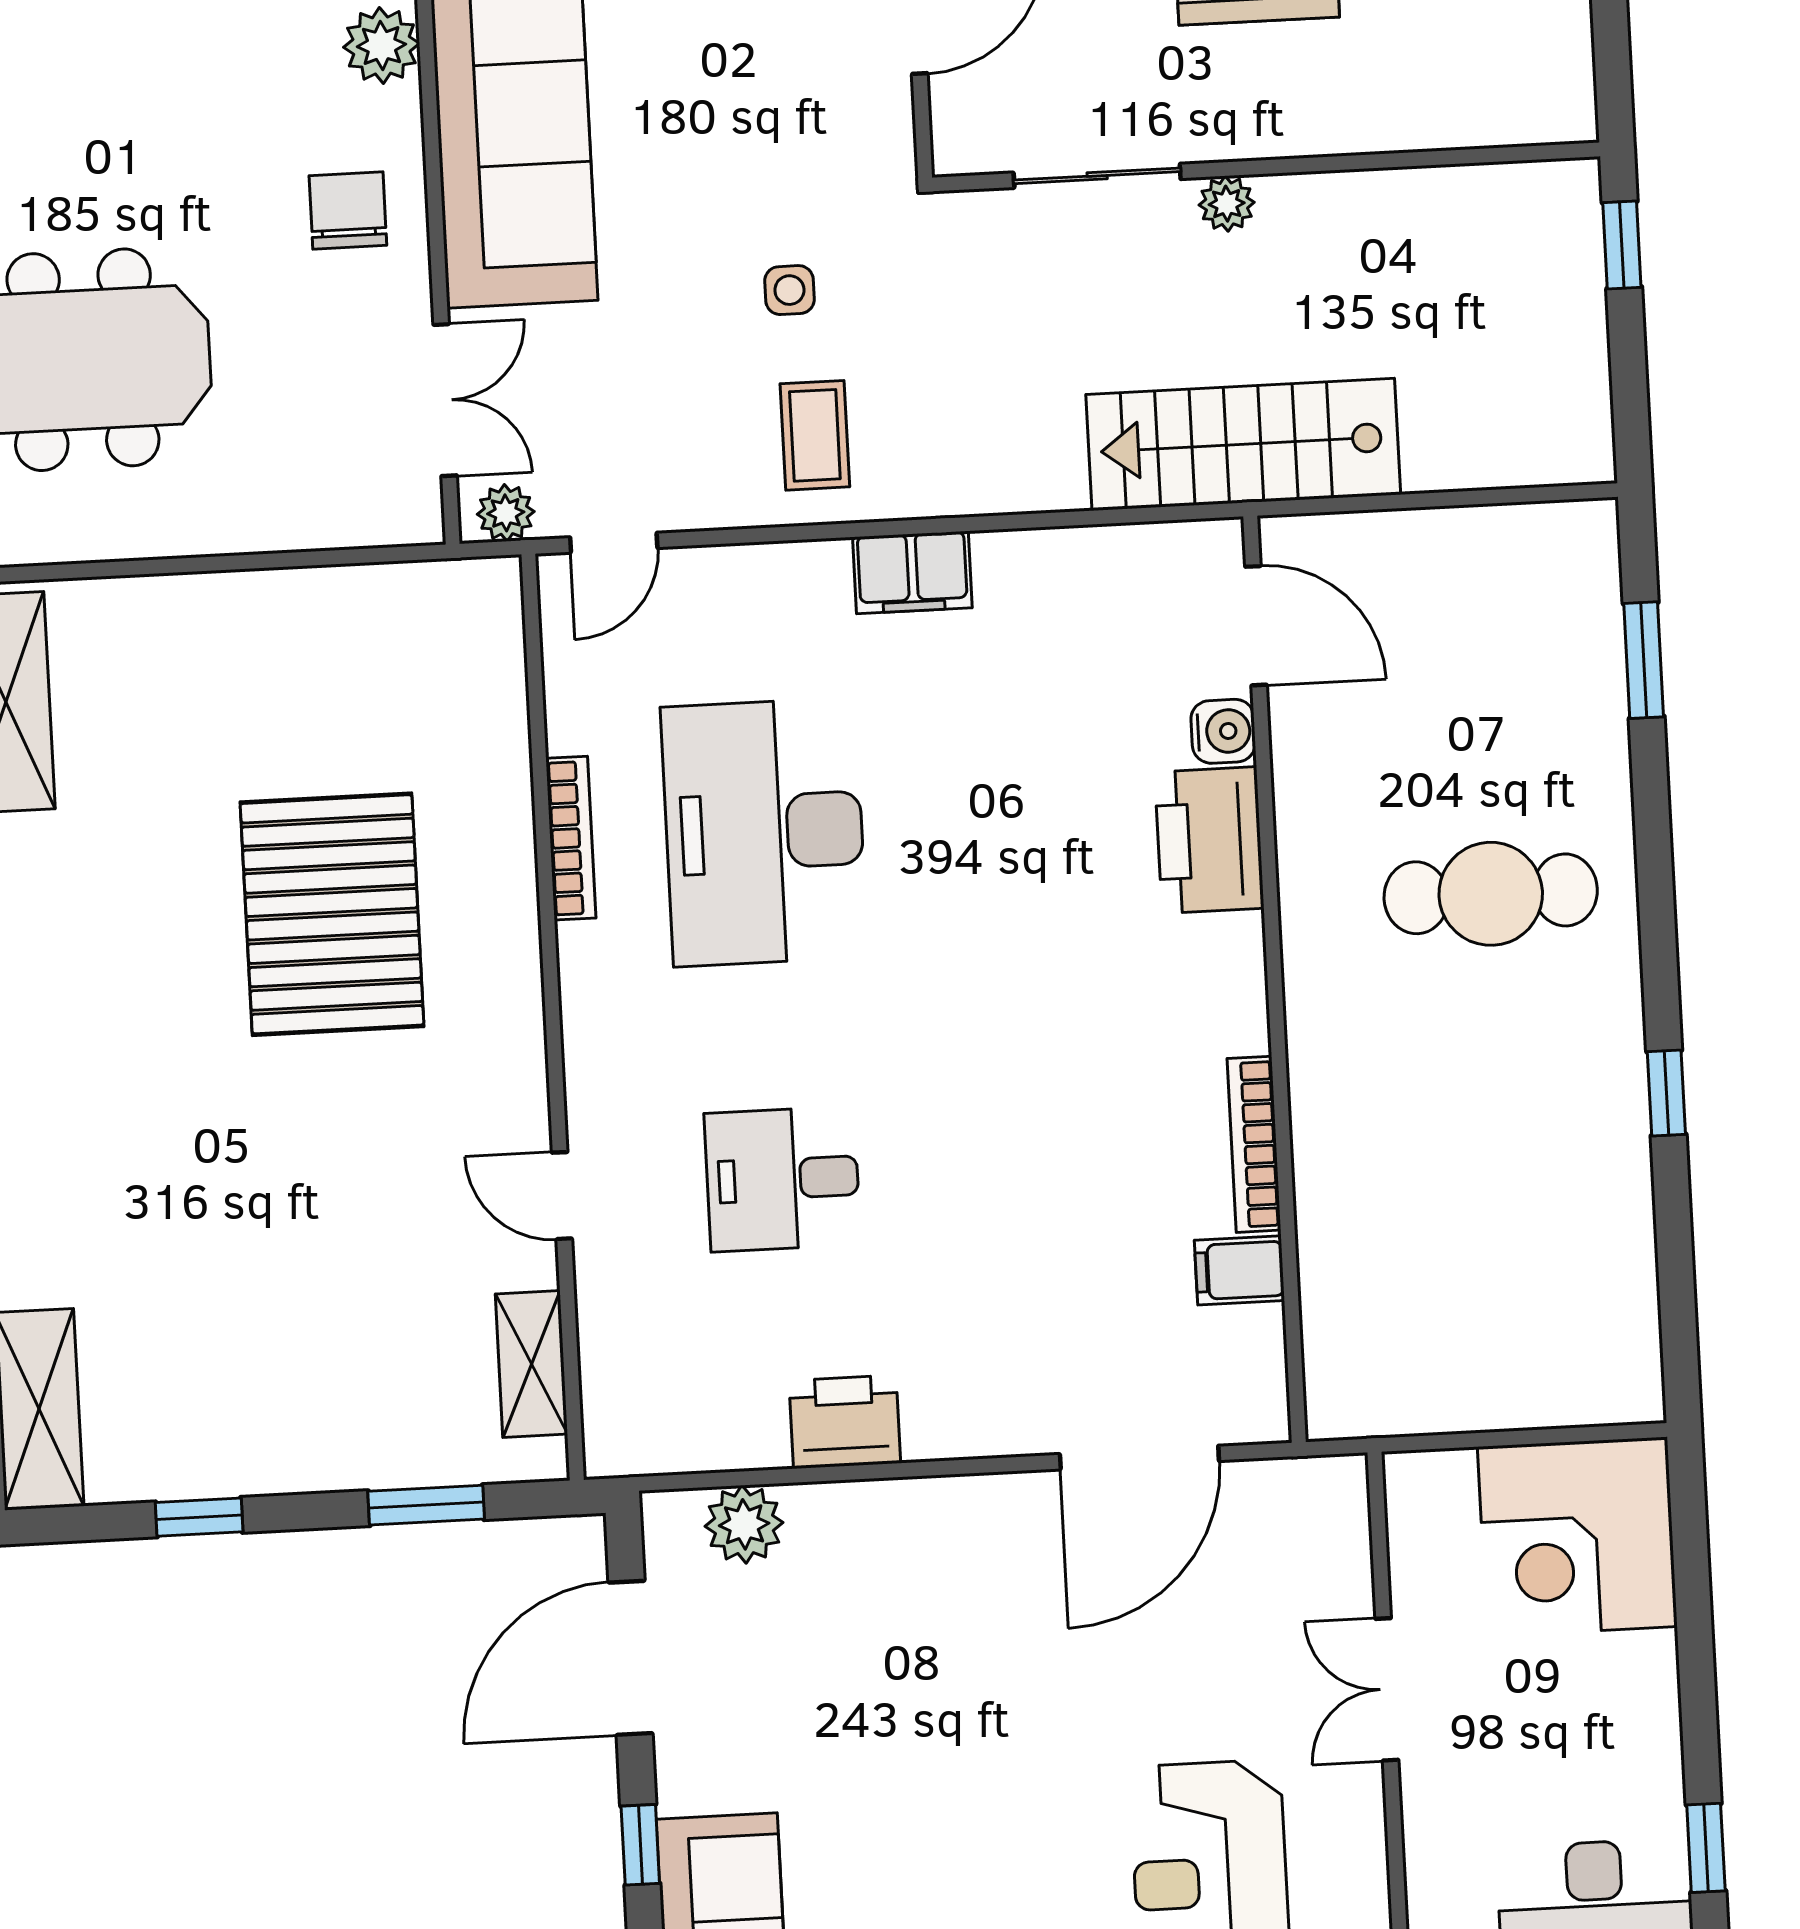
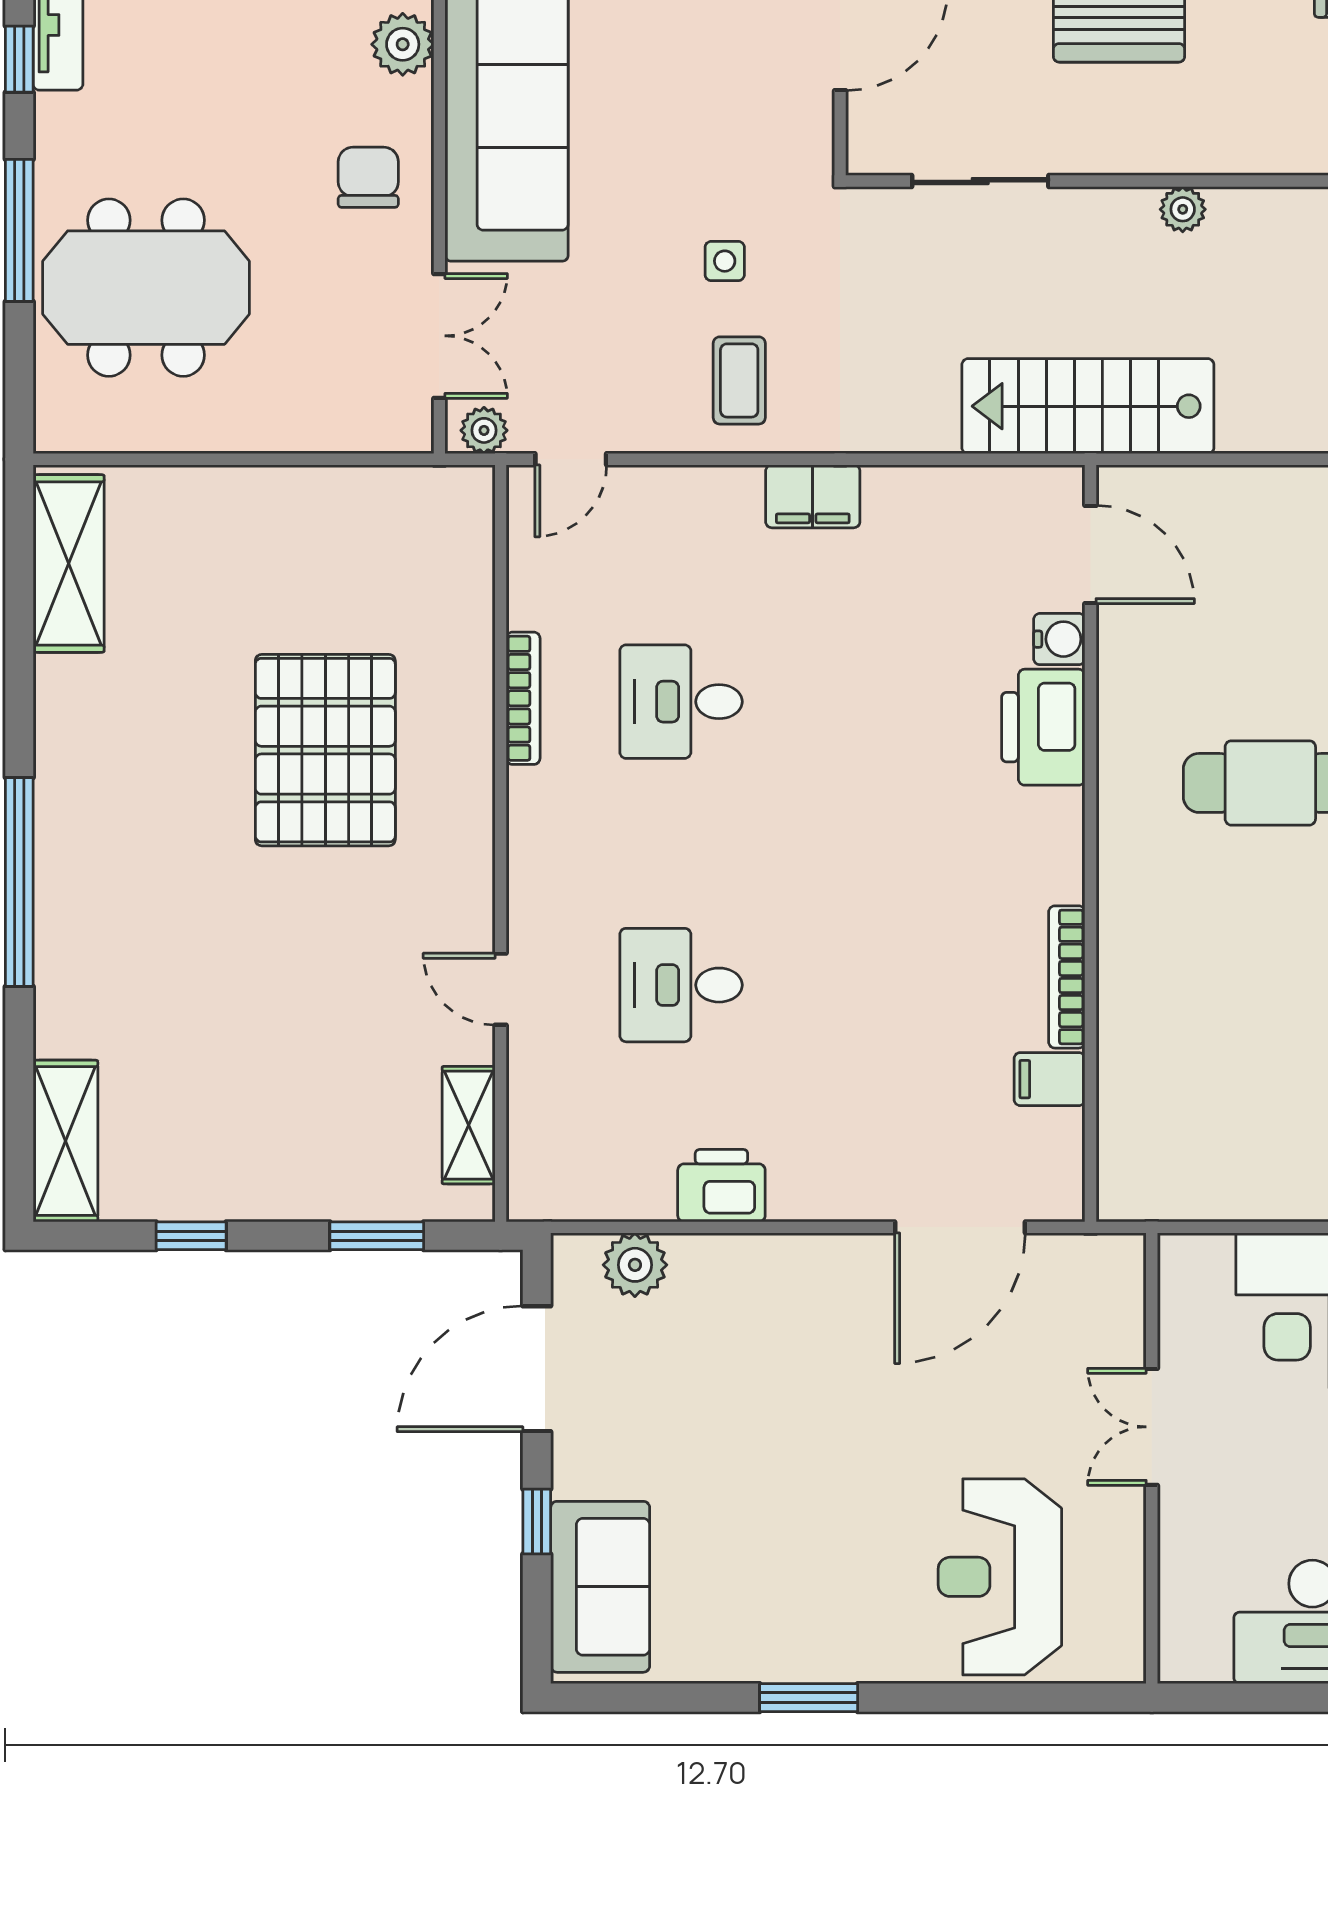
plant: (1227, 204) -> (1183, 209), moved
desk: (764, 832) -> (681, 702), width x0.53, depth x0.77

